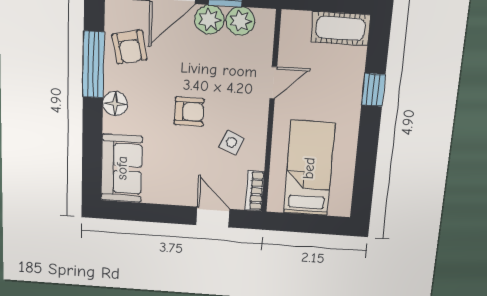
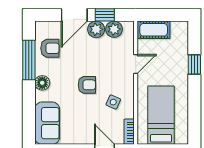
cot: (341, 28) -> (154, 30), moved
armchair: (129, 47) -> (50, 48), turned -78

